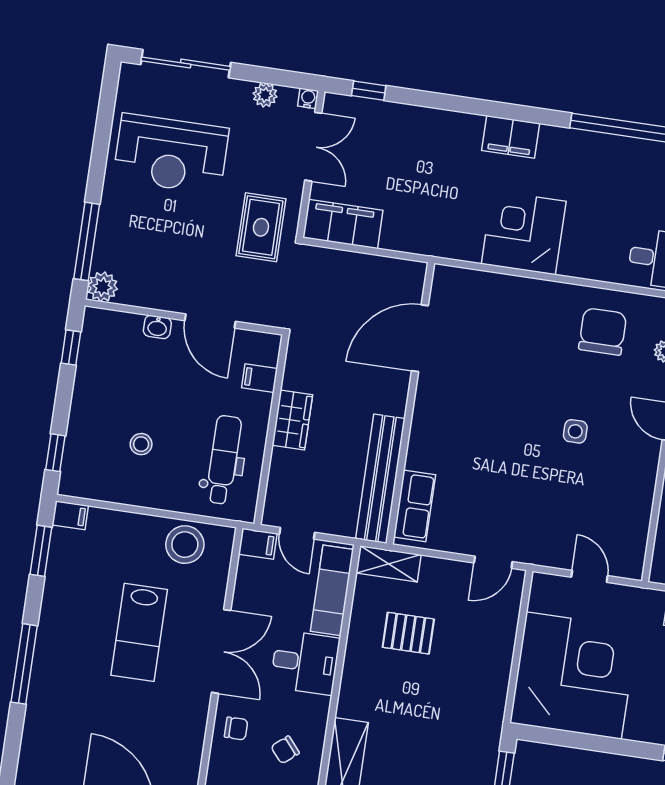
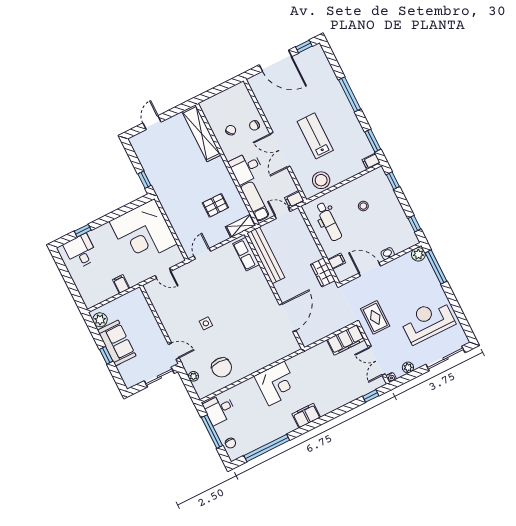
wardrobe: (292, 420) -> (323, 273), moved

